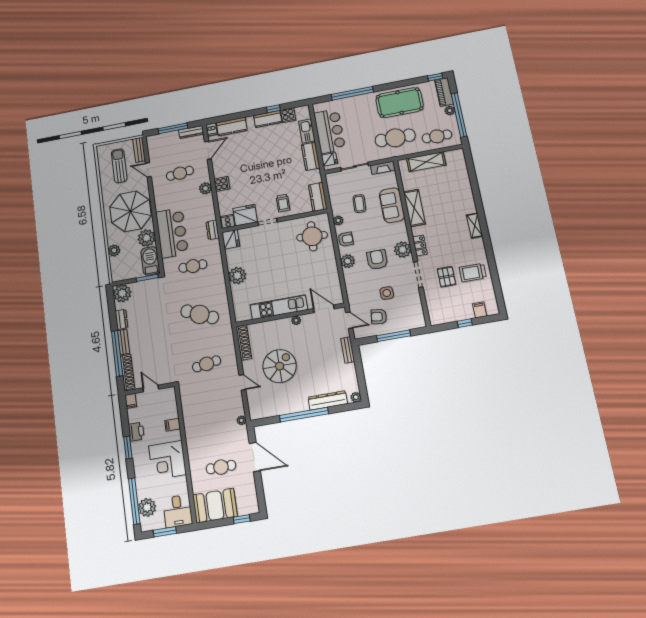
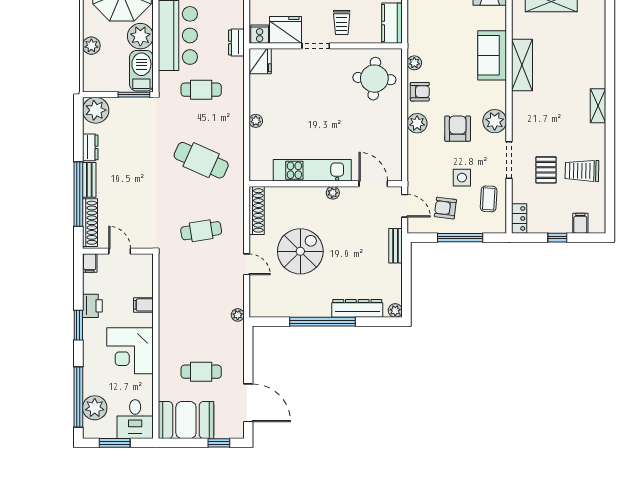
coffee table: (359, 204) -> (489, 199), moved
locker: (420, 246) -> (519, 218), moved
plant: (237, 276) -> (256, 121), width x0.53, depth x0.53
door: (255, 457) -> (248, 403), moved

